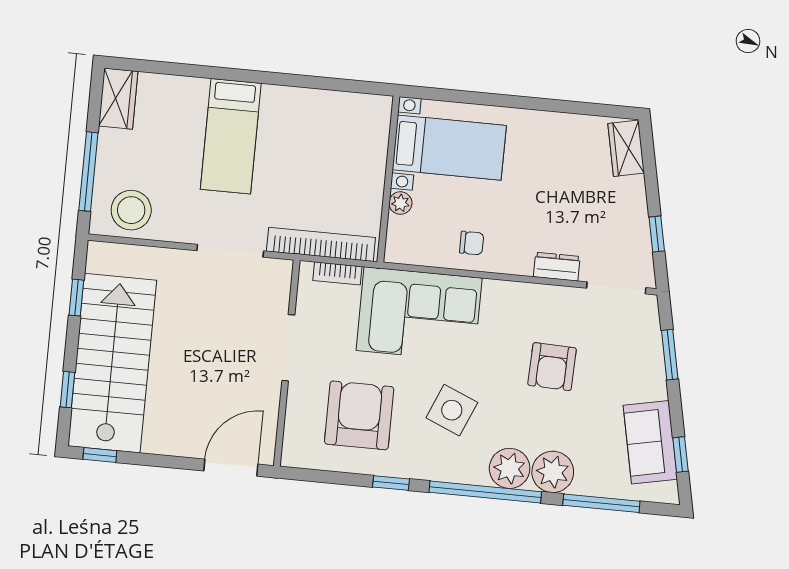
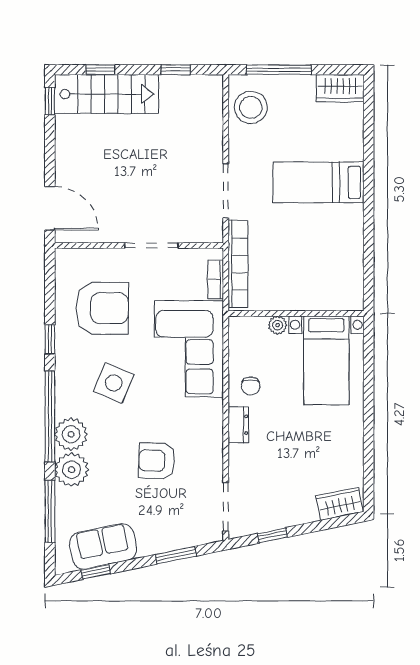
dresser: (557, 267) -> (238, 425), moved
stairs: (112, 363) -> (106, 94), width x0.73, depth x0.66

